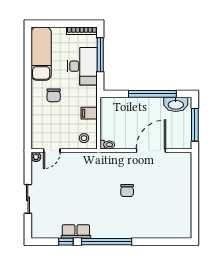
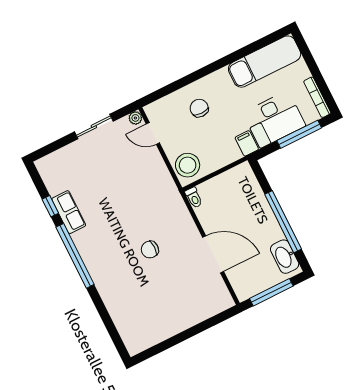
chair: (54, 95) -> (199, 108), moved, turned 90
filing cabinet: (89, 113) -> (247, 143), moved
stool: (84, 138) -> (188, 165), width x1.89, depth x1.89
sliding door: (28, 199) -> (94, 126), moved

